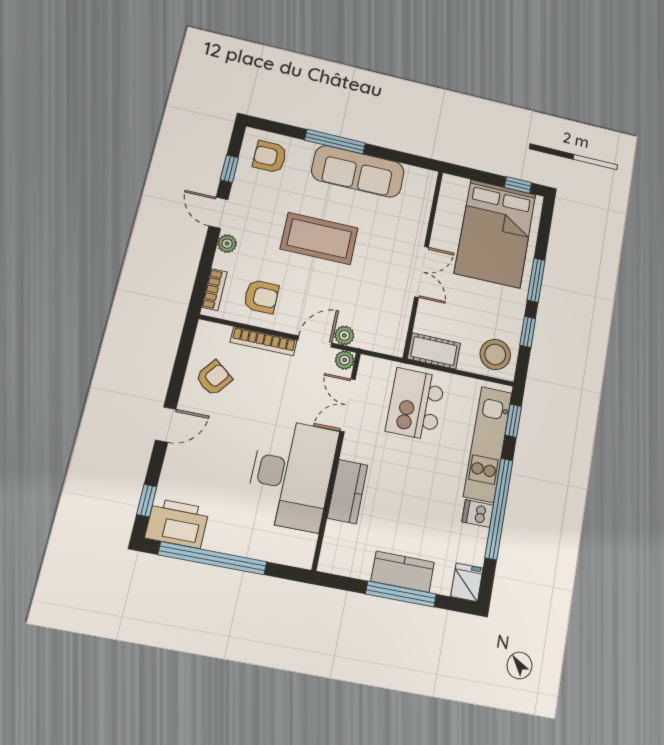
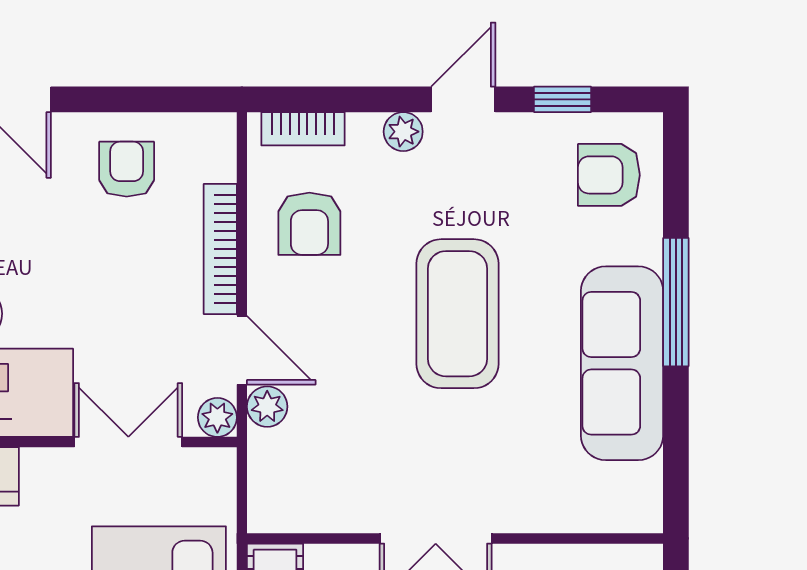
armchair: (270, 157) -> (609, 175), turned -90
armchair: (214, 378) -> (127, 169), turned -128

